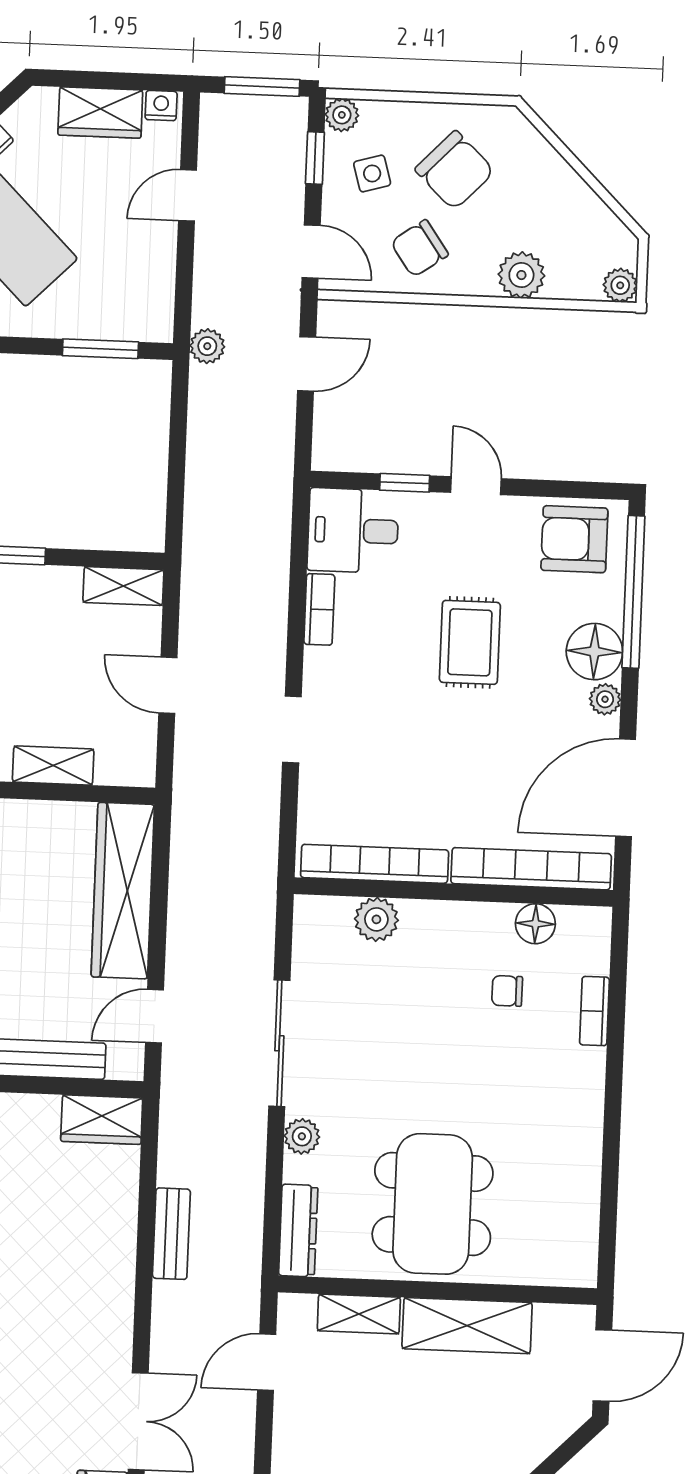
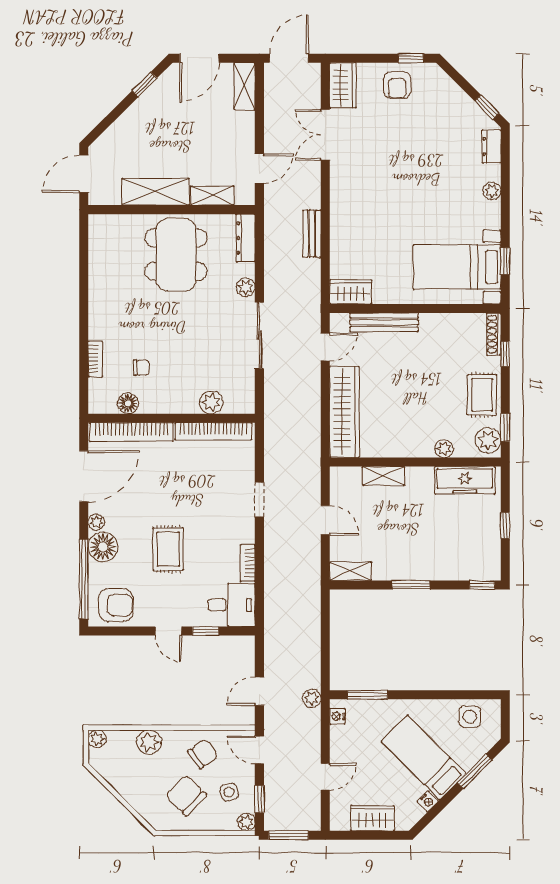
nightstand: (161, 106) -> (337, 716), moved, turned 90

